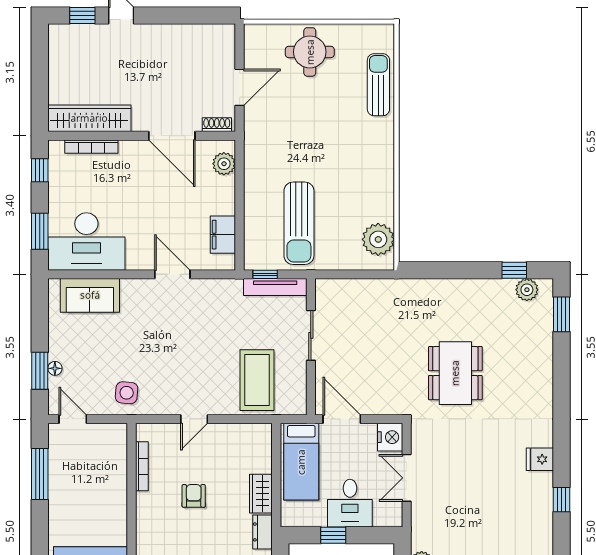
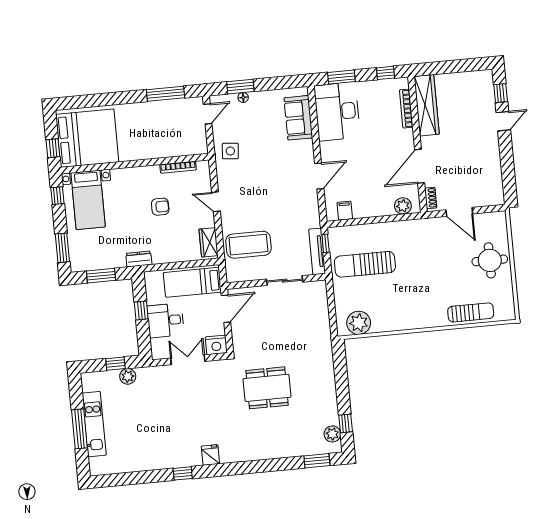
filing cabinet: (223, 235) -> (345, 211), width x0.50
wardrobe: (261, 494) -> (208, 242), moved, turned -90

